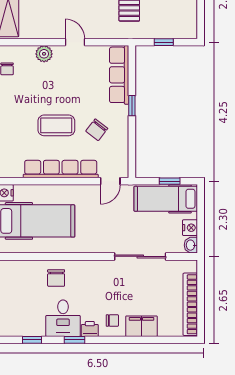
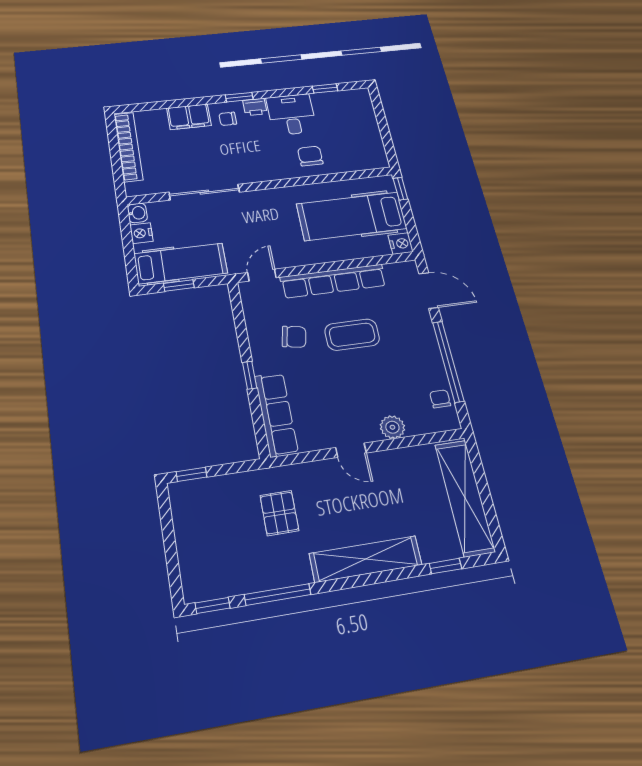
window: (164, 42) -> (191, 474), moved
chair: (97, 130) -> (294, 337), turned 63
window: (74, 340) -> (239, 97), moved

